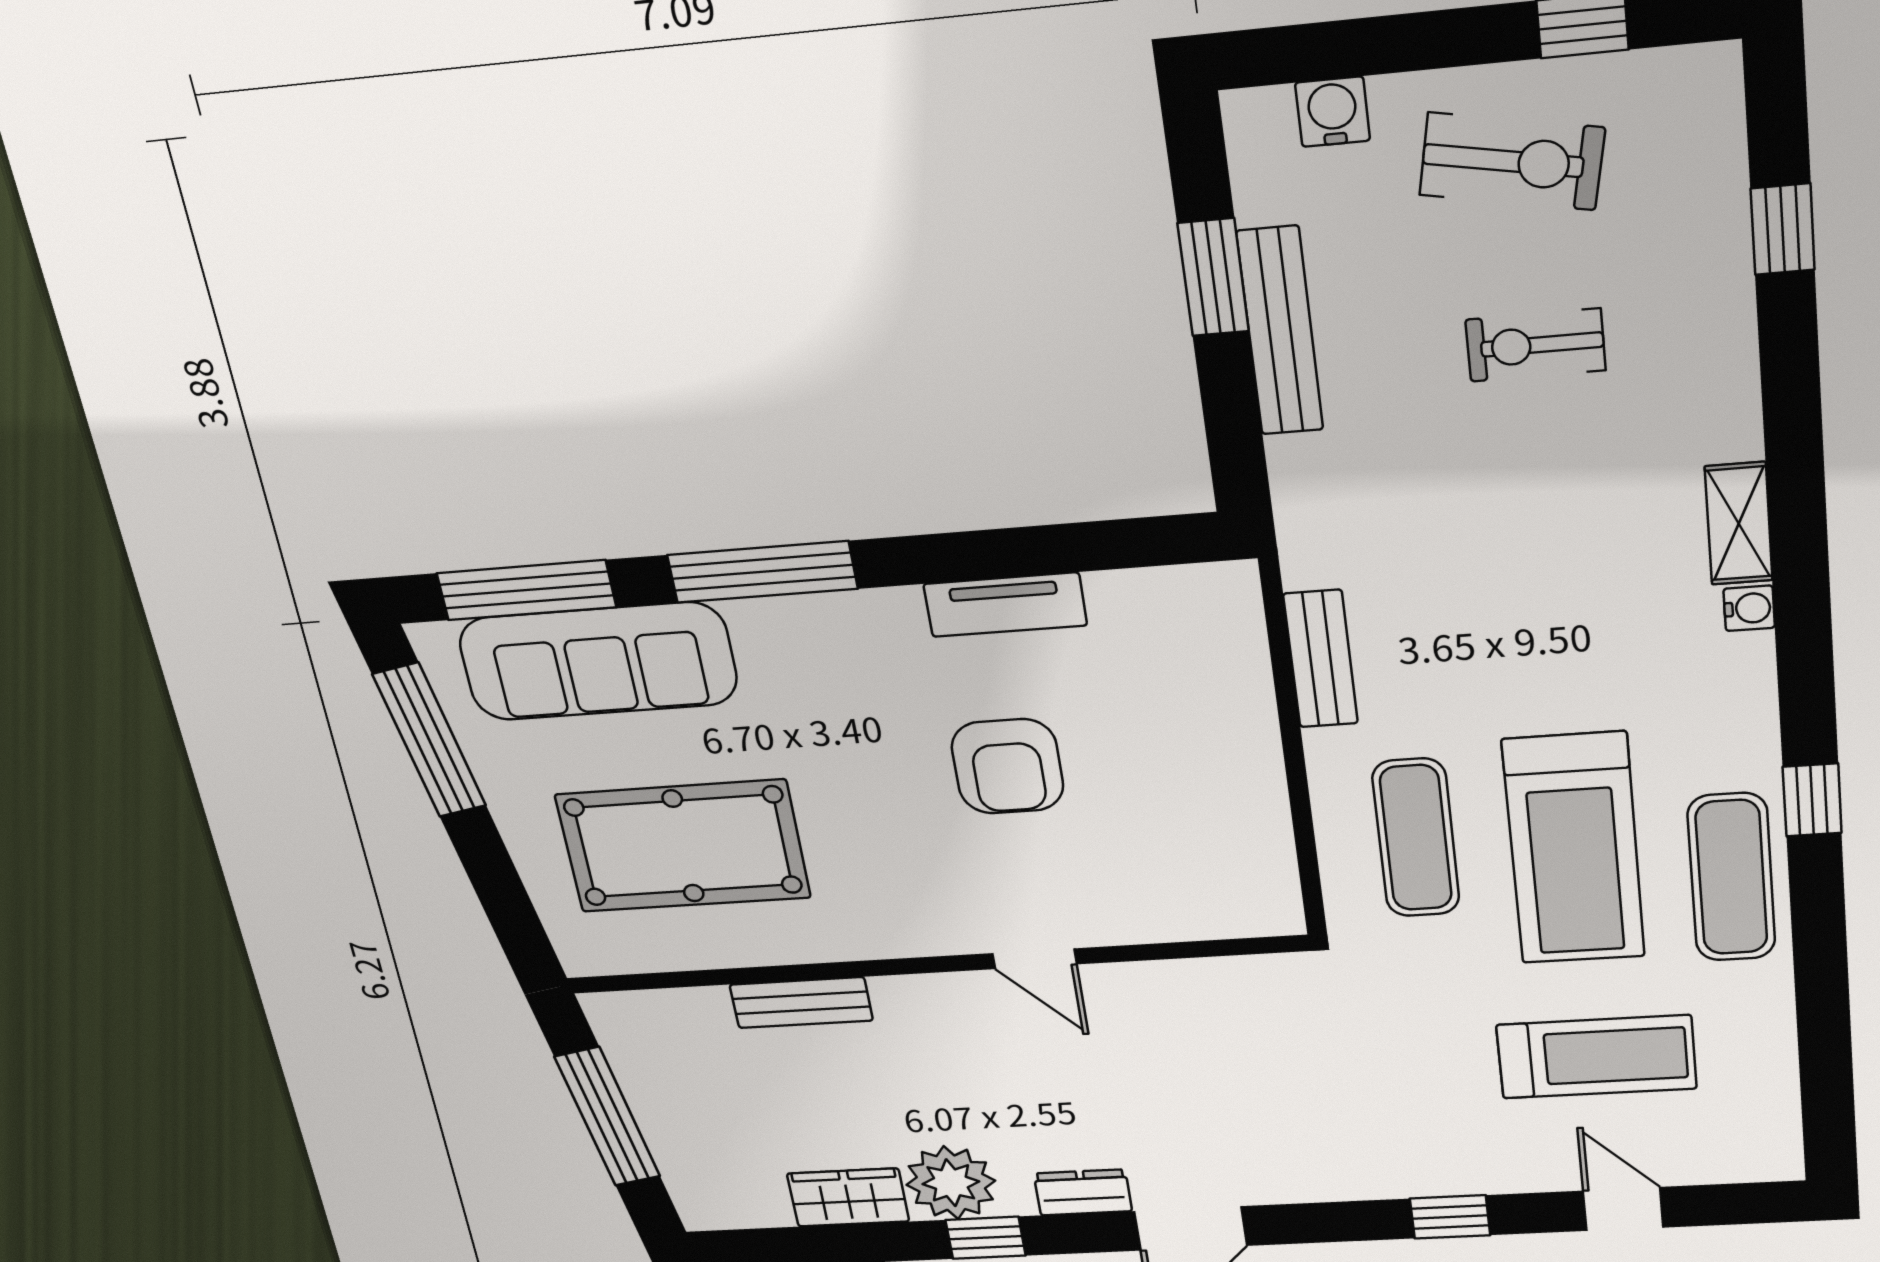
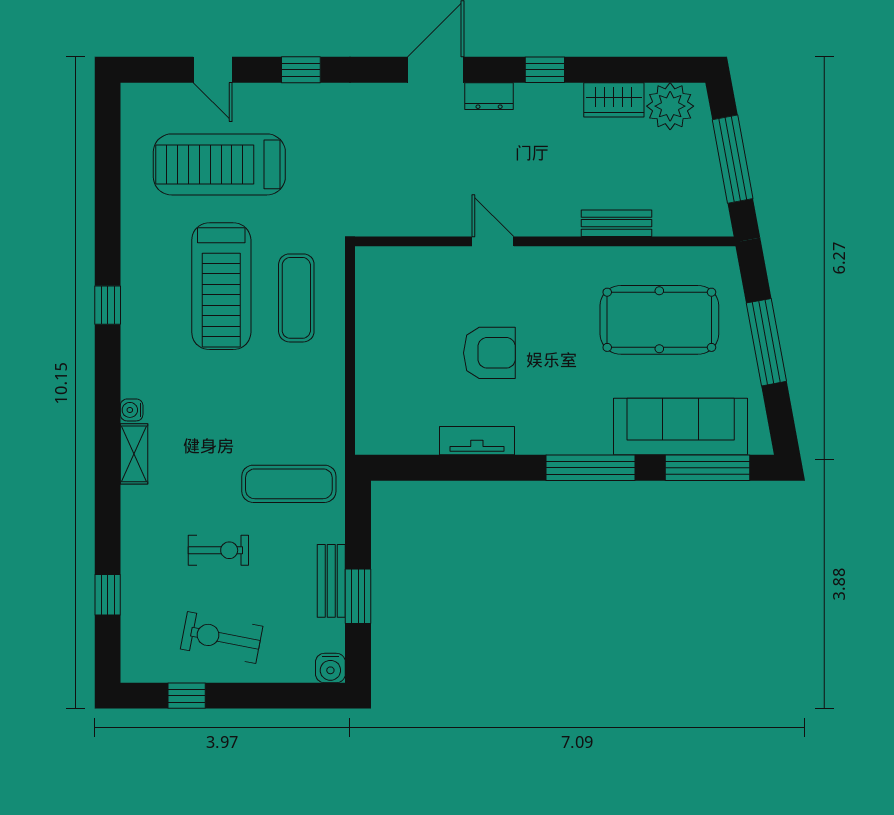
water cooler: (1333, 112) -> (330, 668), moved
bench: (1280, 331) -> (331, 581), width x0.73
bench: (1321, 659) -> (331, 400), removed
window: (429, 740) -> (766, 342), moved
armchair: (1007, 766) -> (489, 353), turned 90
treadmill: (1574, 849) -> (221, 286), turned 180
exercise mat: (1731, 877) -> (289, 484), moved, turned 90
treadmill: (1596, 1057) -> (219, 164), width x1.37, depth x1.37
plant: (951, 1183) -> (670, 106), moved

